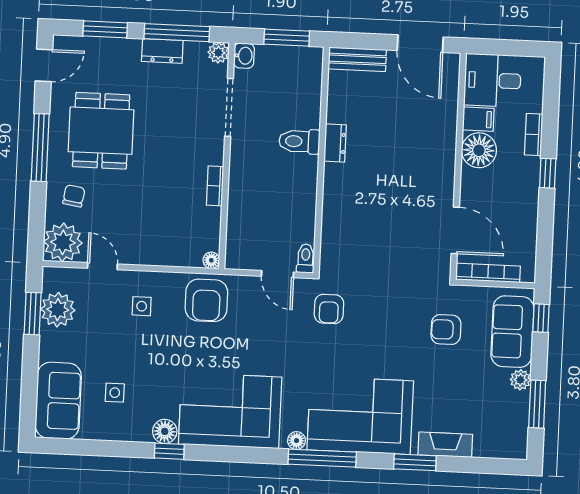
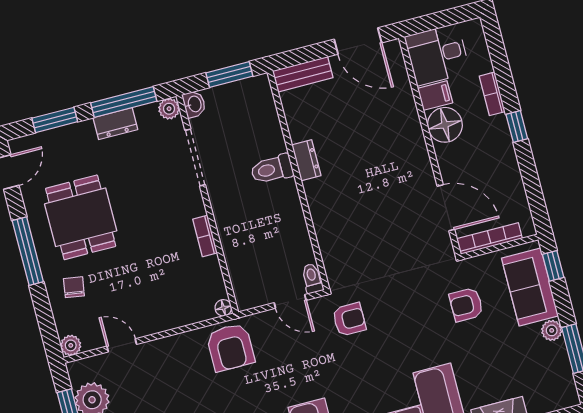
plant: (63, 242) -> (71, 345), width x0.53, depth x0.53
side table: (142, 306) -> (171, 372), removed
armchair: (329, 309) -> (349, 319), turned -90

